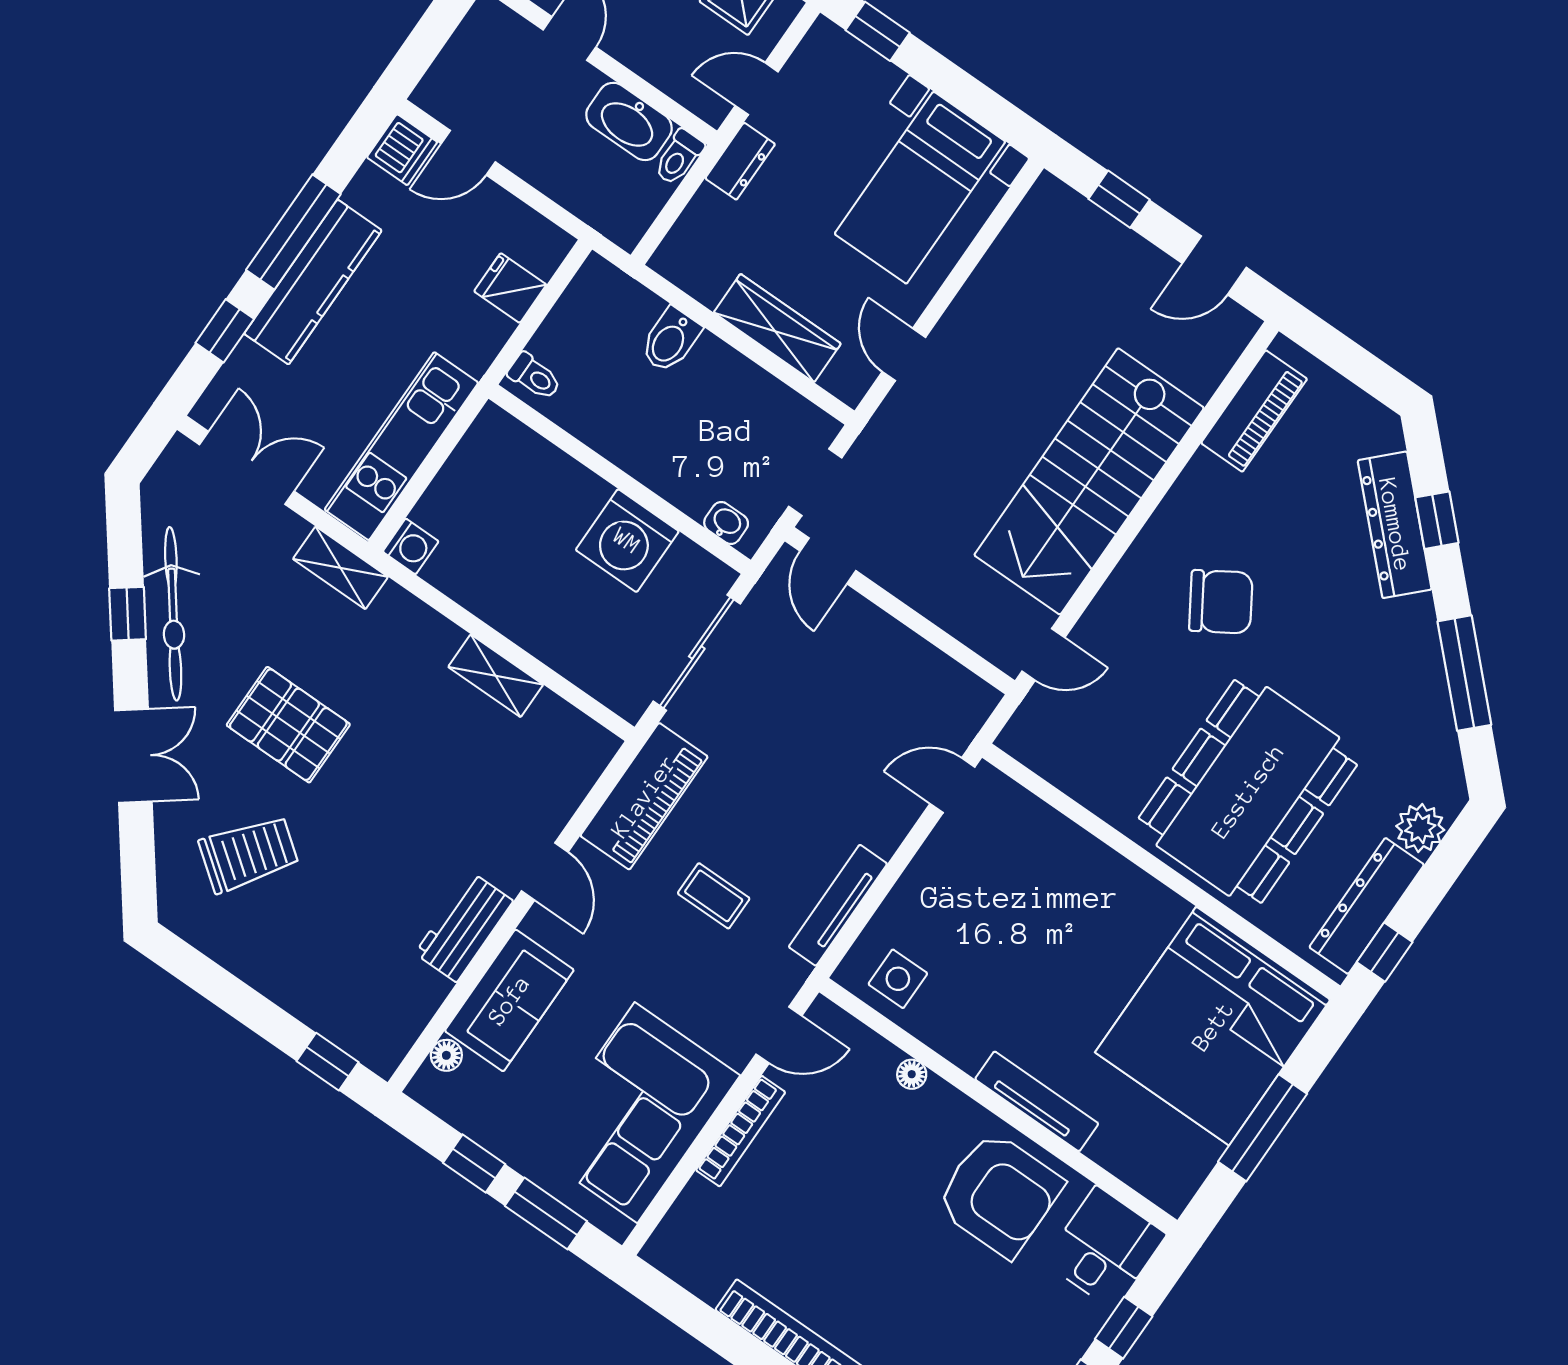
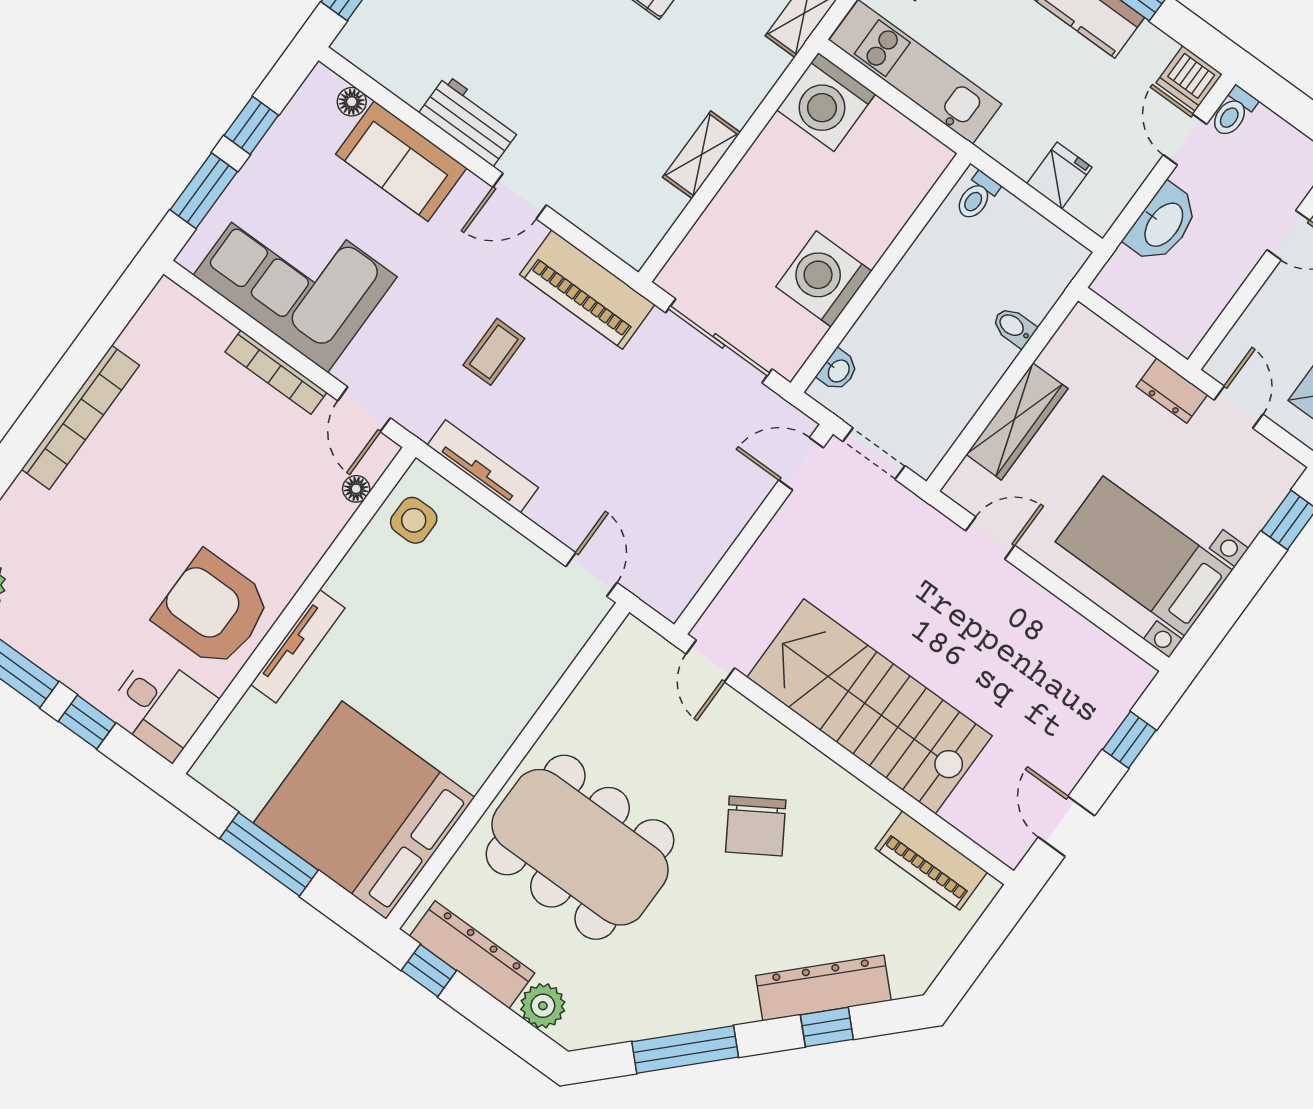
washbasin: (629, 121) -> (1163, 224), moved, turned 180
toilet: (679, 157) -> (1233, 112), moved, turned -90
bidet: (670, 340) -> (1014, 327), width x0.72, depth x0.74
washing machine: (411, 546) -> (826, 102), width x1.89, depth x1.89
floor lamp: (912, 1074) -> (356, 489), moved
armchair: (999, 1194) -> (213, 610), turned 90

